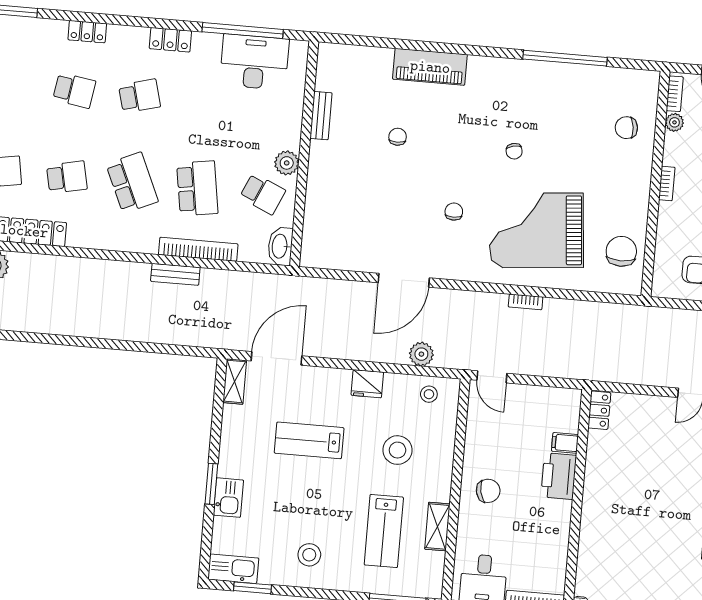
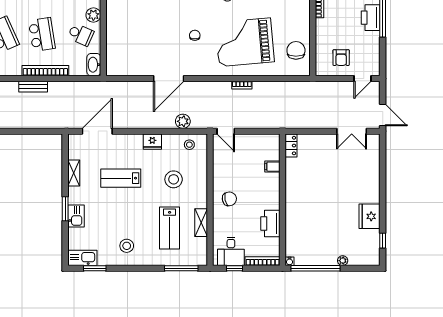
shelving: (235, 381) -> (74, 173), moved
printer: (559, 476) -> (270, 224), moved

